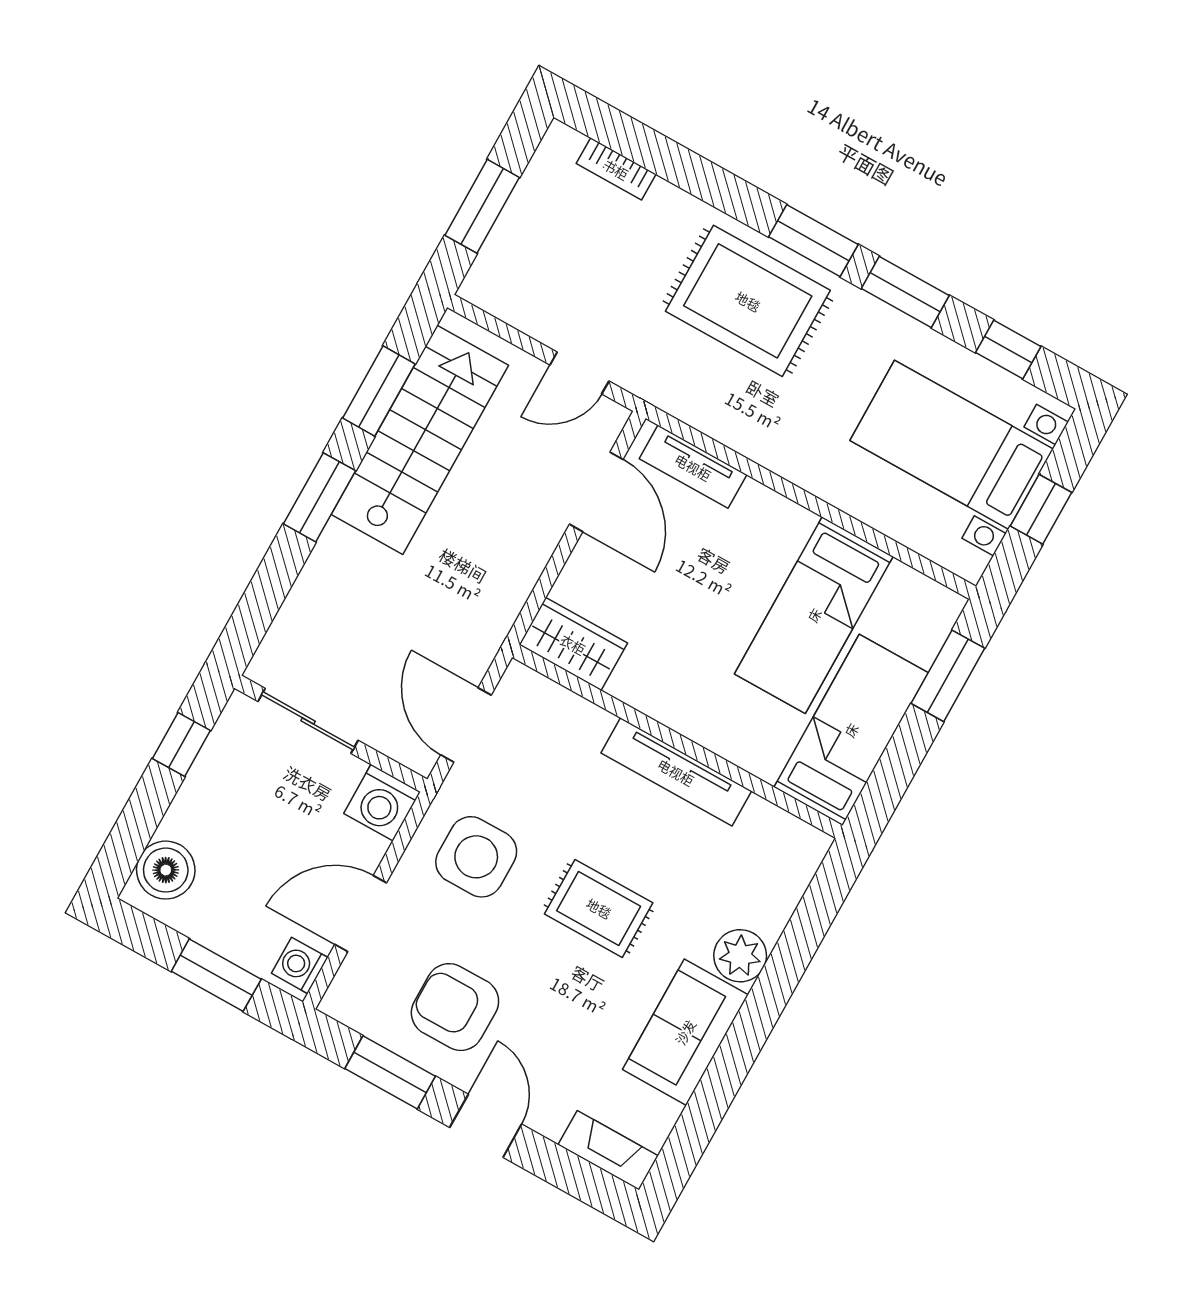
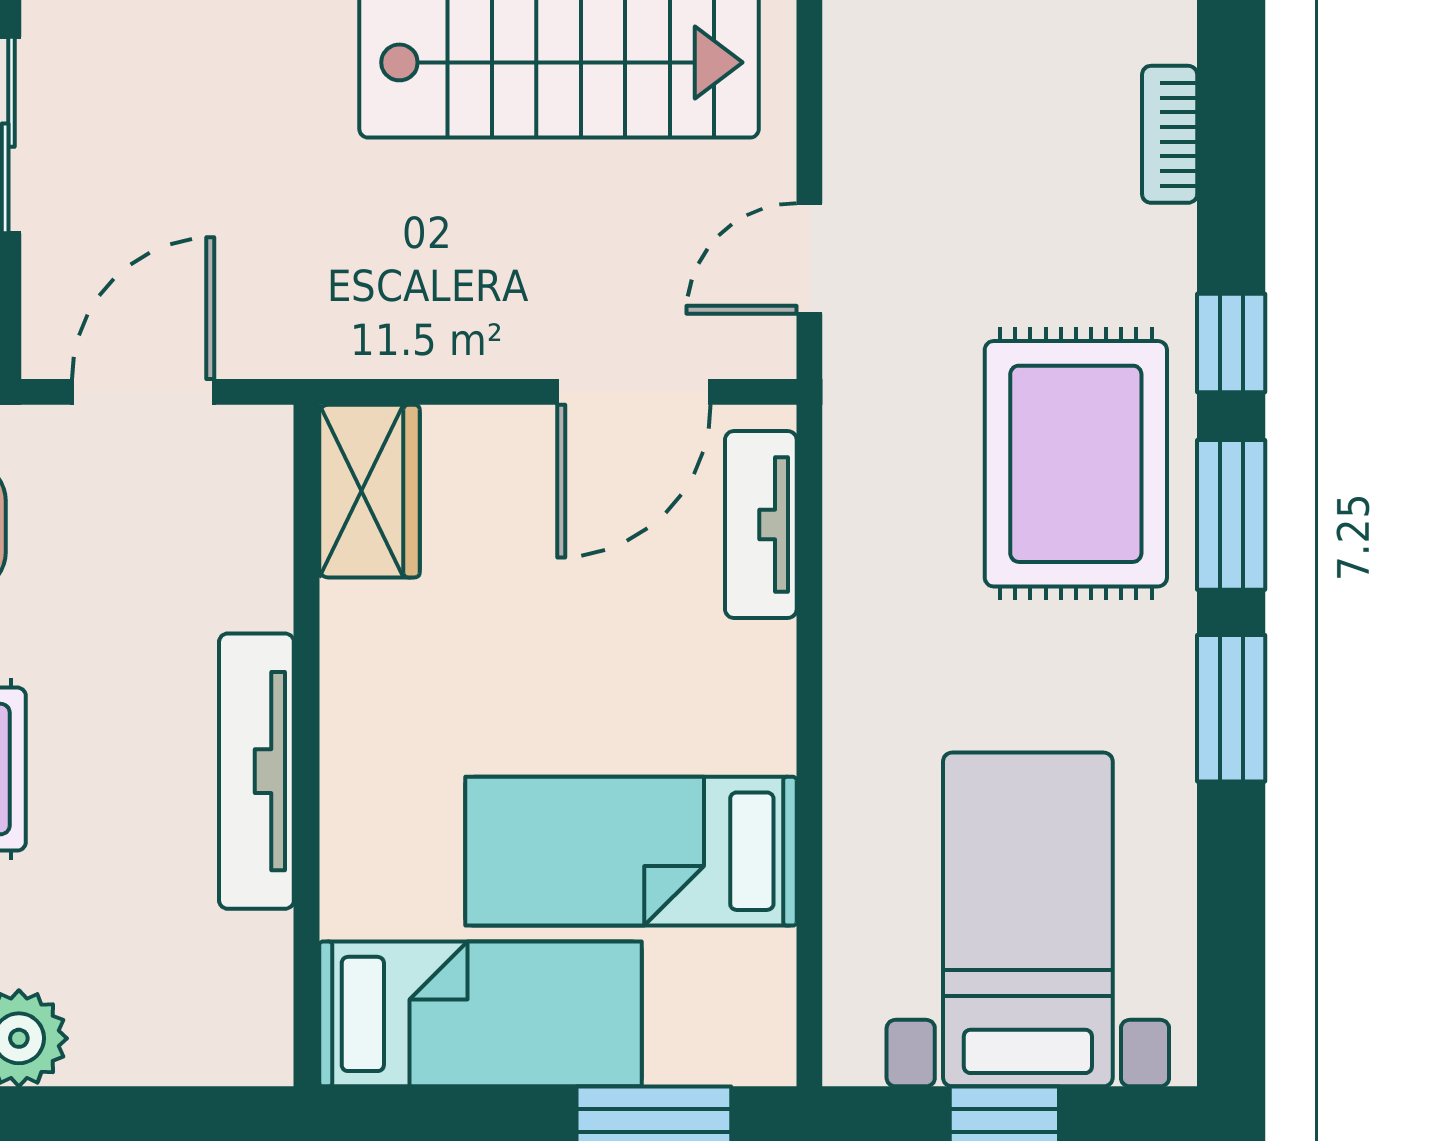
window: (1008, 350) -> (1231, 343), moved
door: (579, 373) -> (809, 258), hinge flipped

